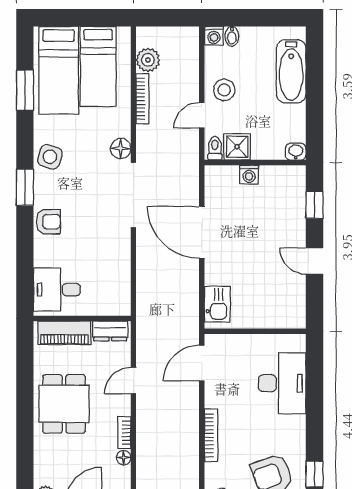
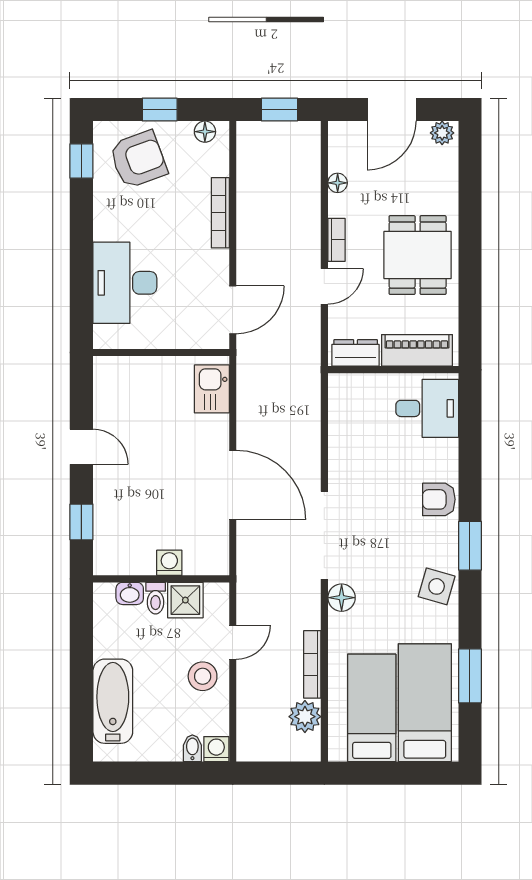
toilet: (215, 148) -> (156, 598), moved
washbasin: (296, 152) -> (130, 593), moved
bookcase: (124, 433) -> (336, 240), moved

